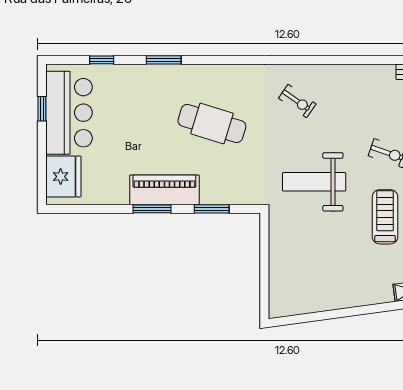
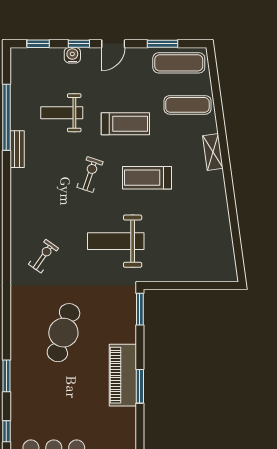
weight bench: (314, 182) -> (116, 241), turned 90
window: (212, 209) -> (140, 309), moved

